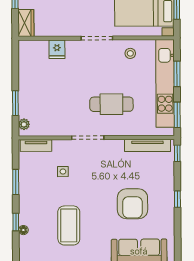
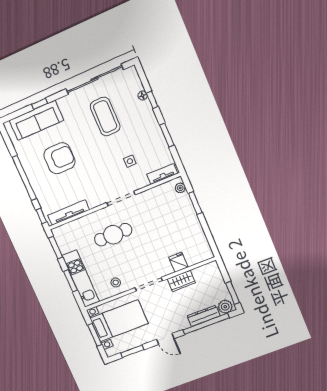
wardrobe: (26, 23) -> (181, 281), moved, turned -90
kitchen unit: (165, 83) -> (81, 279), width x0.73
window: (177, 199) -> (24, 178), width x3.17
armchair: (132, 204) -> (59, 158), turned 90

